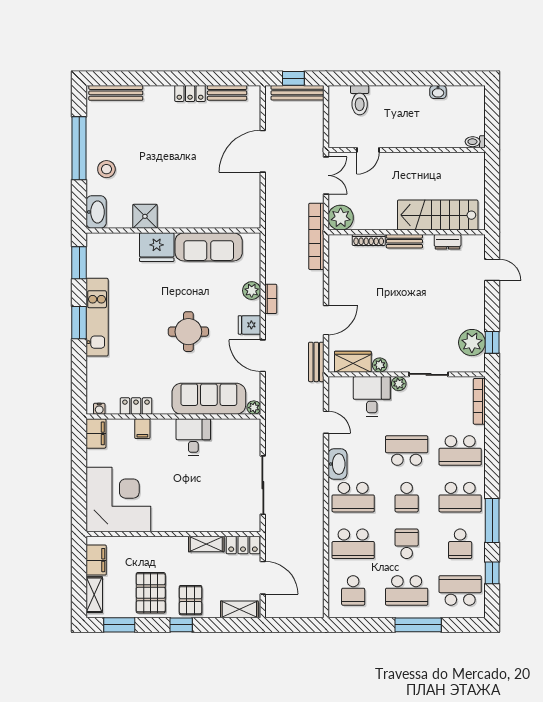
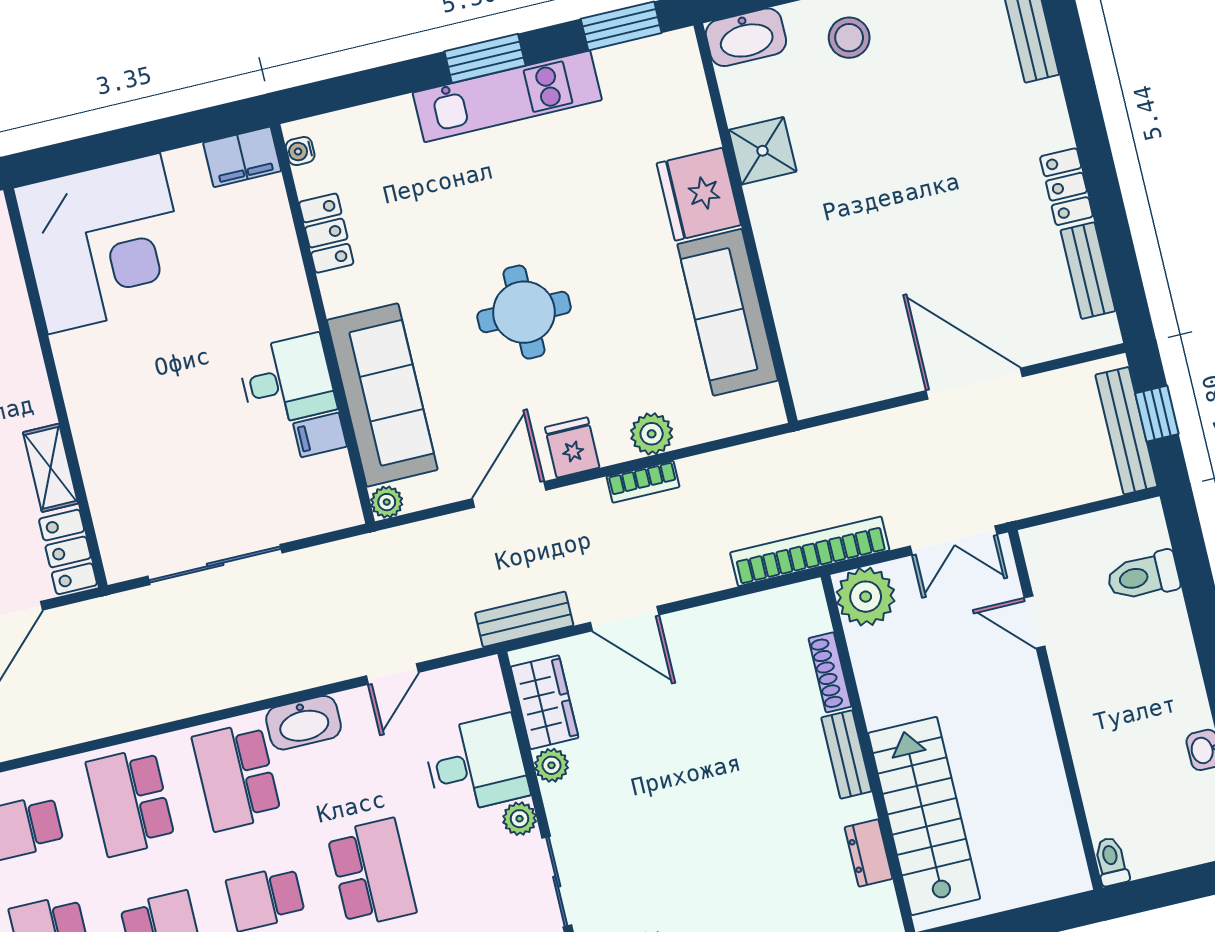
filing cabinet: (142, 429) -> (320, 435), moved

